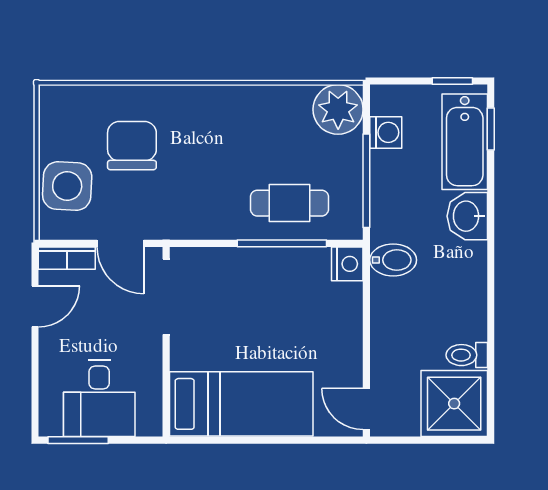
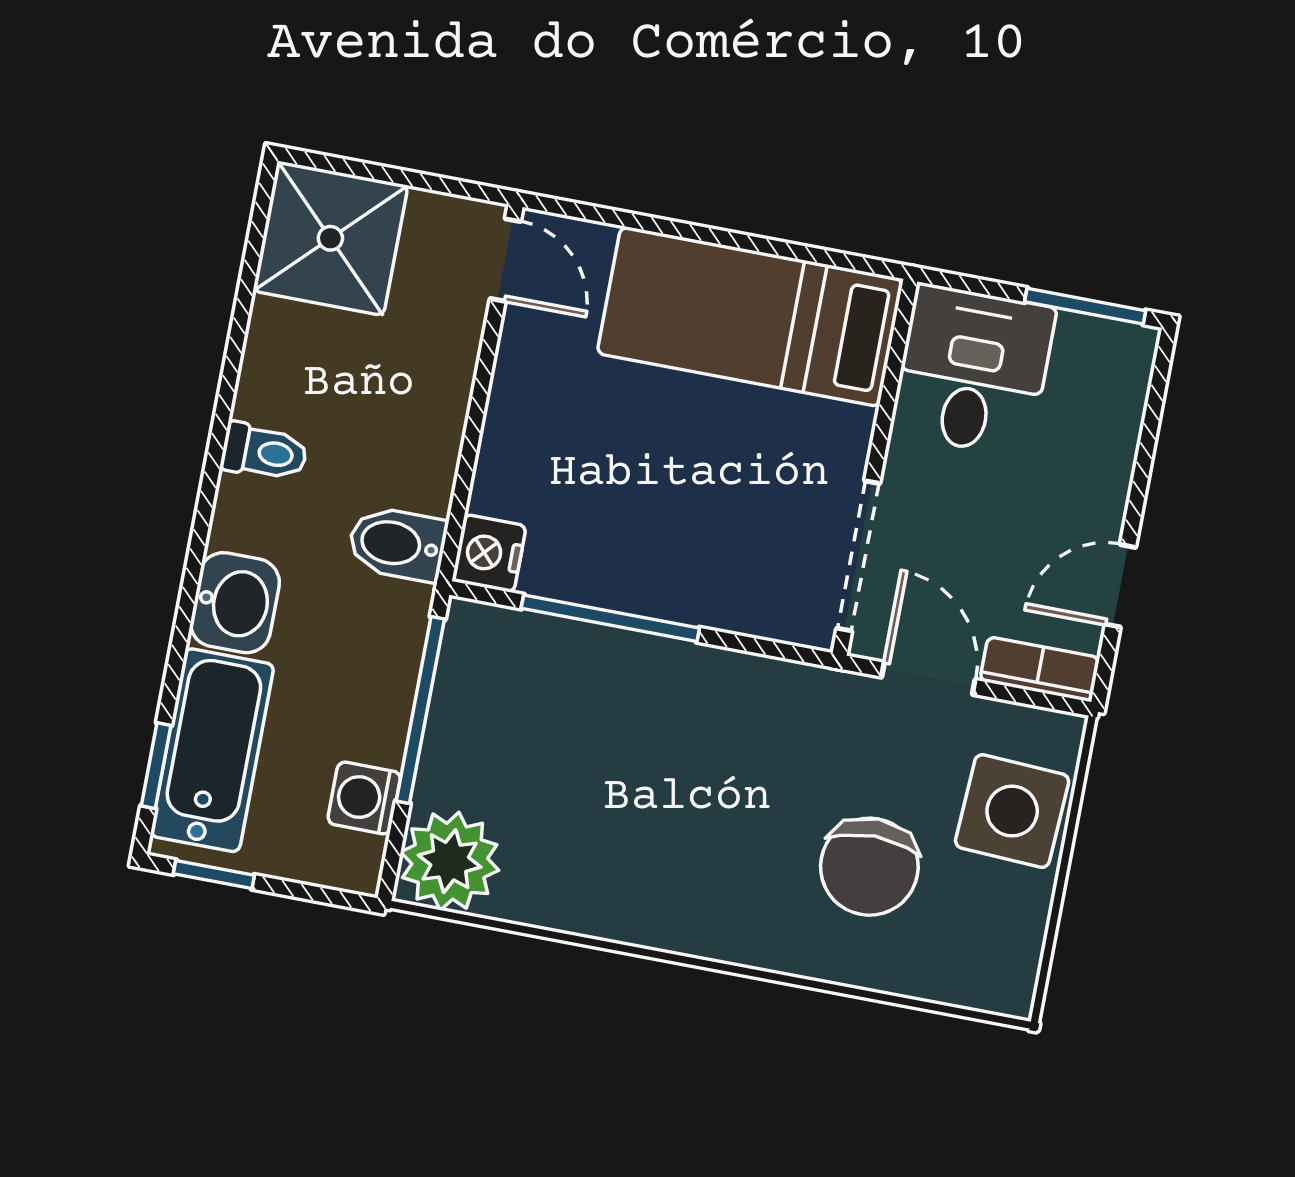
cafe table: (290, 203) -> (580, 695), removed
toilet: (467, 355) -> (264, 452), moved
desk: (99, 398) -> (973, 370), moved

